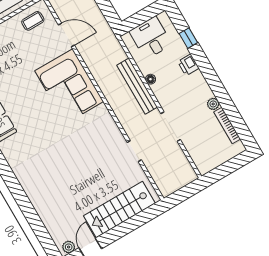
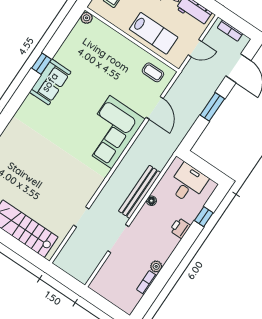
bookcase: (227, 126) -> (147, 283), width x0.64

